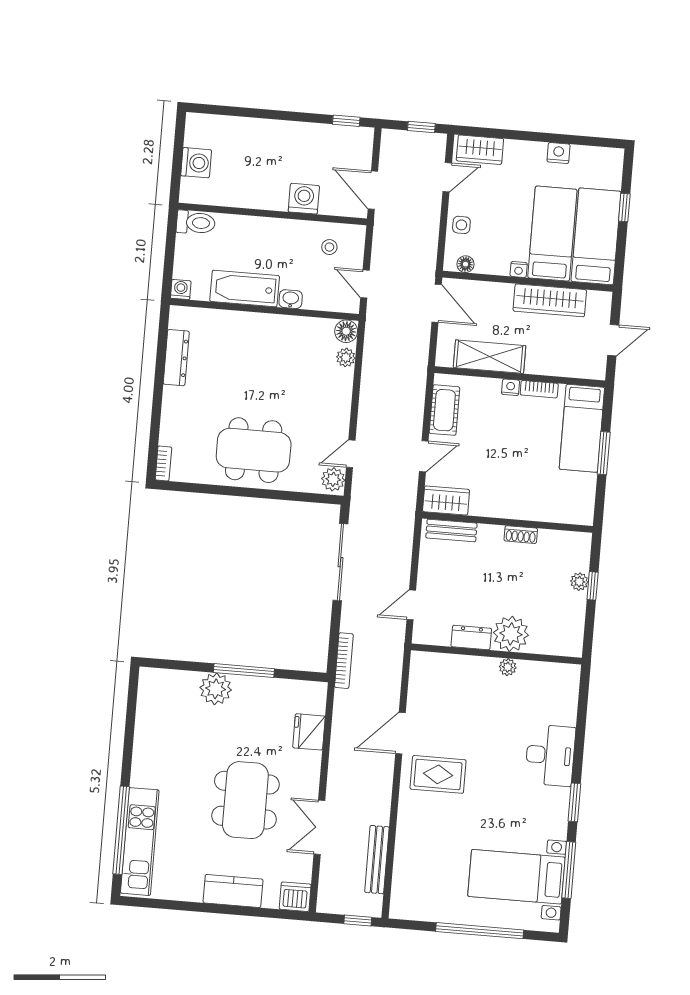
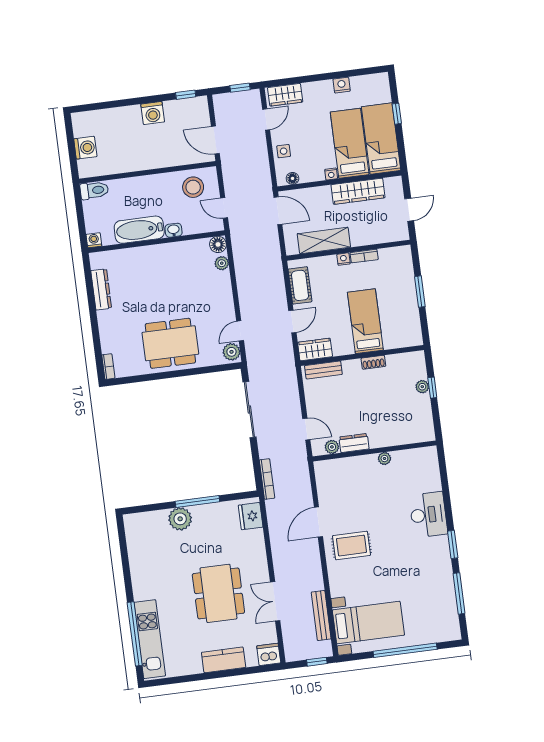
washing machine: (304, 199) -> (153, 113), moved, turned 180
stool: (329, 247) -> (193, 187), width x1.89, depth x1.89
bed: (582, 428) -> (365, 321), moved, turned 180
door: (411, 605) -> (306, 429), swing flipped
plant: (511, 634) -> (332, 447), moved, width x0.53, depth x0.53
fridge: (309, 732) -> (251, 516), moved
bed with nightstands: (516, 877) -> (368, 623), moved, turned 180

